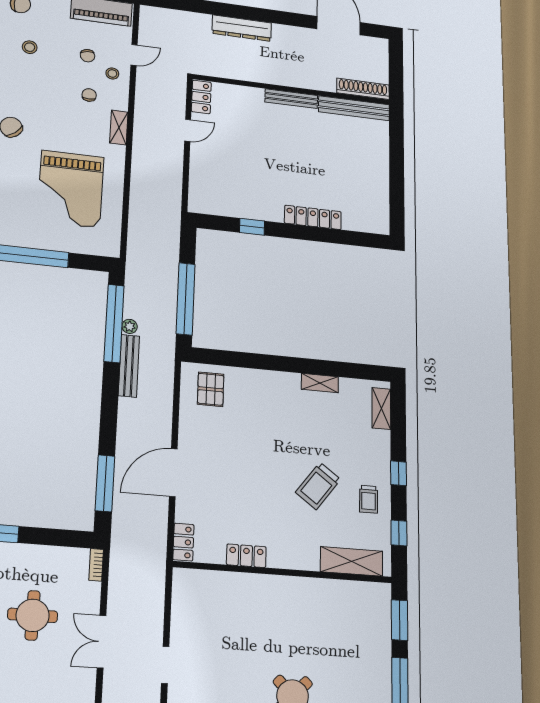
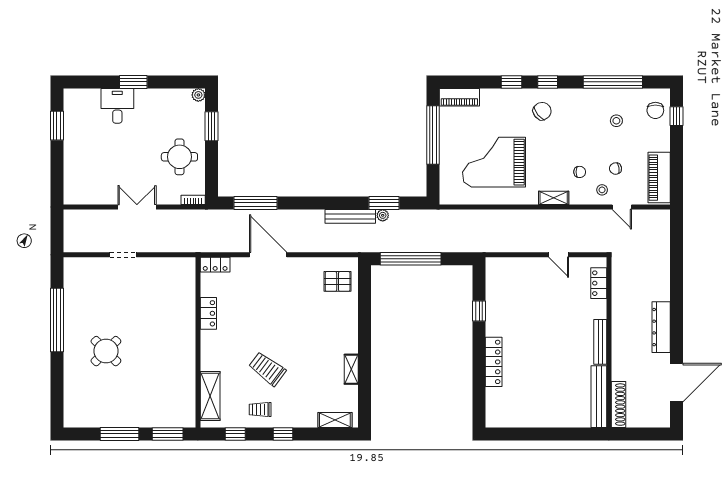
dresser: (242, 28) -> (661, 327), moved
locker: (201, 97) -> (599, 283), moved, turned 90
window: (114, 323) -> (384, 203), width x0.47
round table: (33, 615) -> (179, 157), moved

